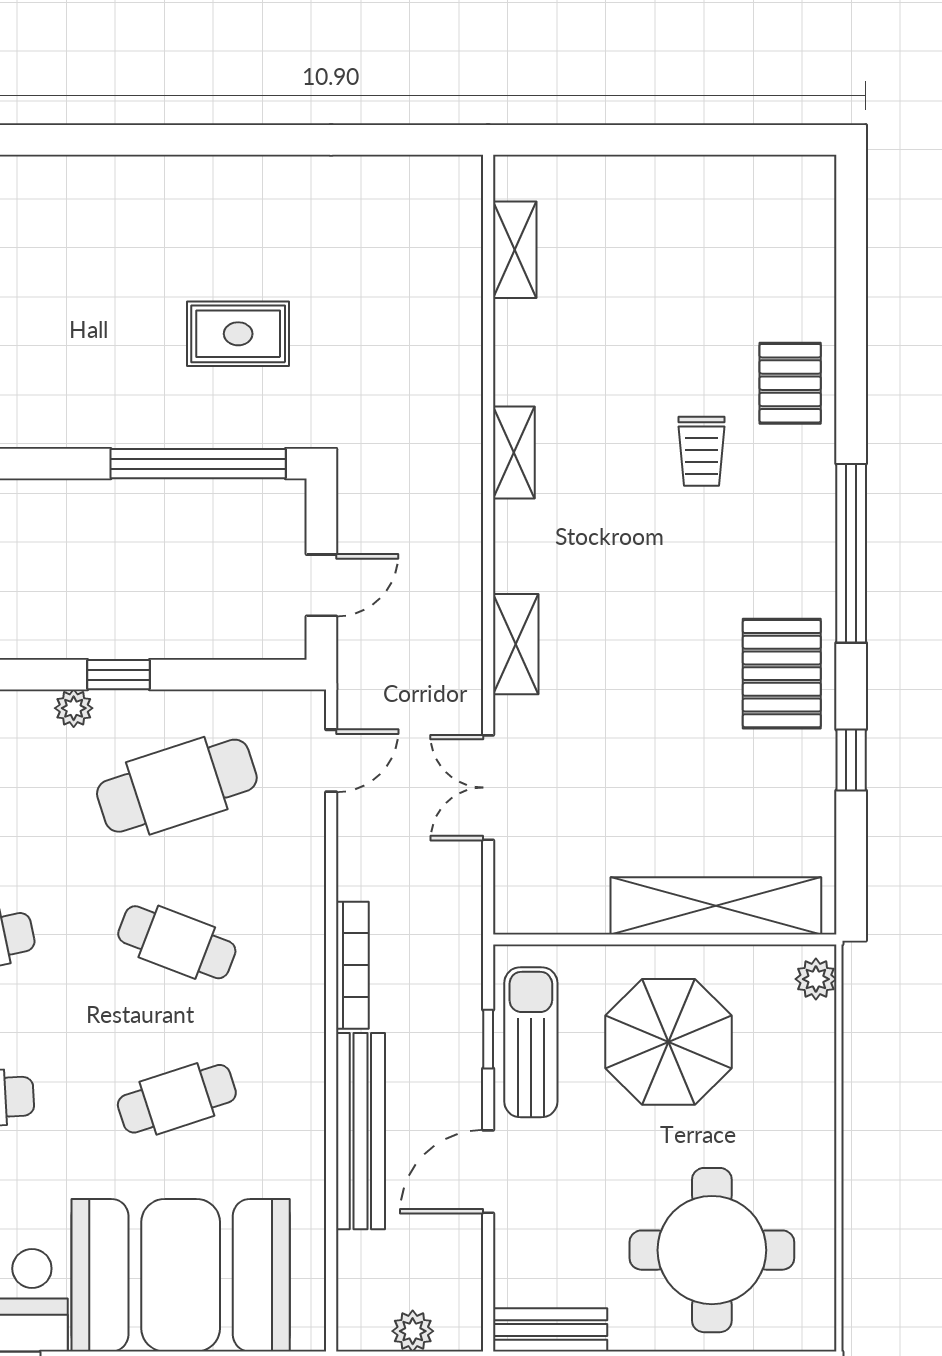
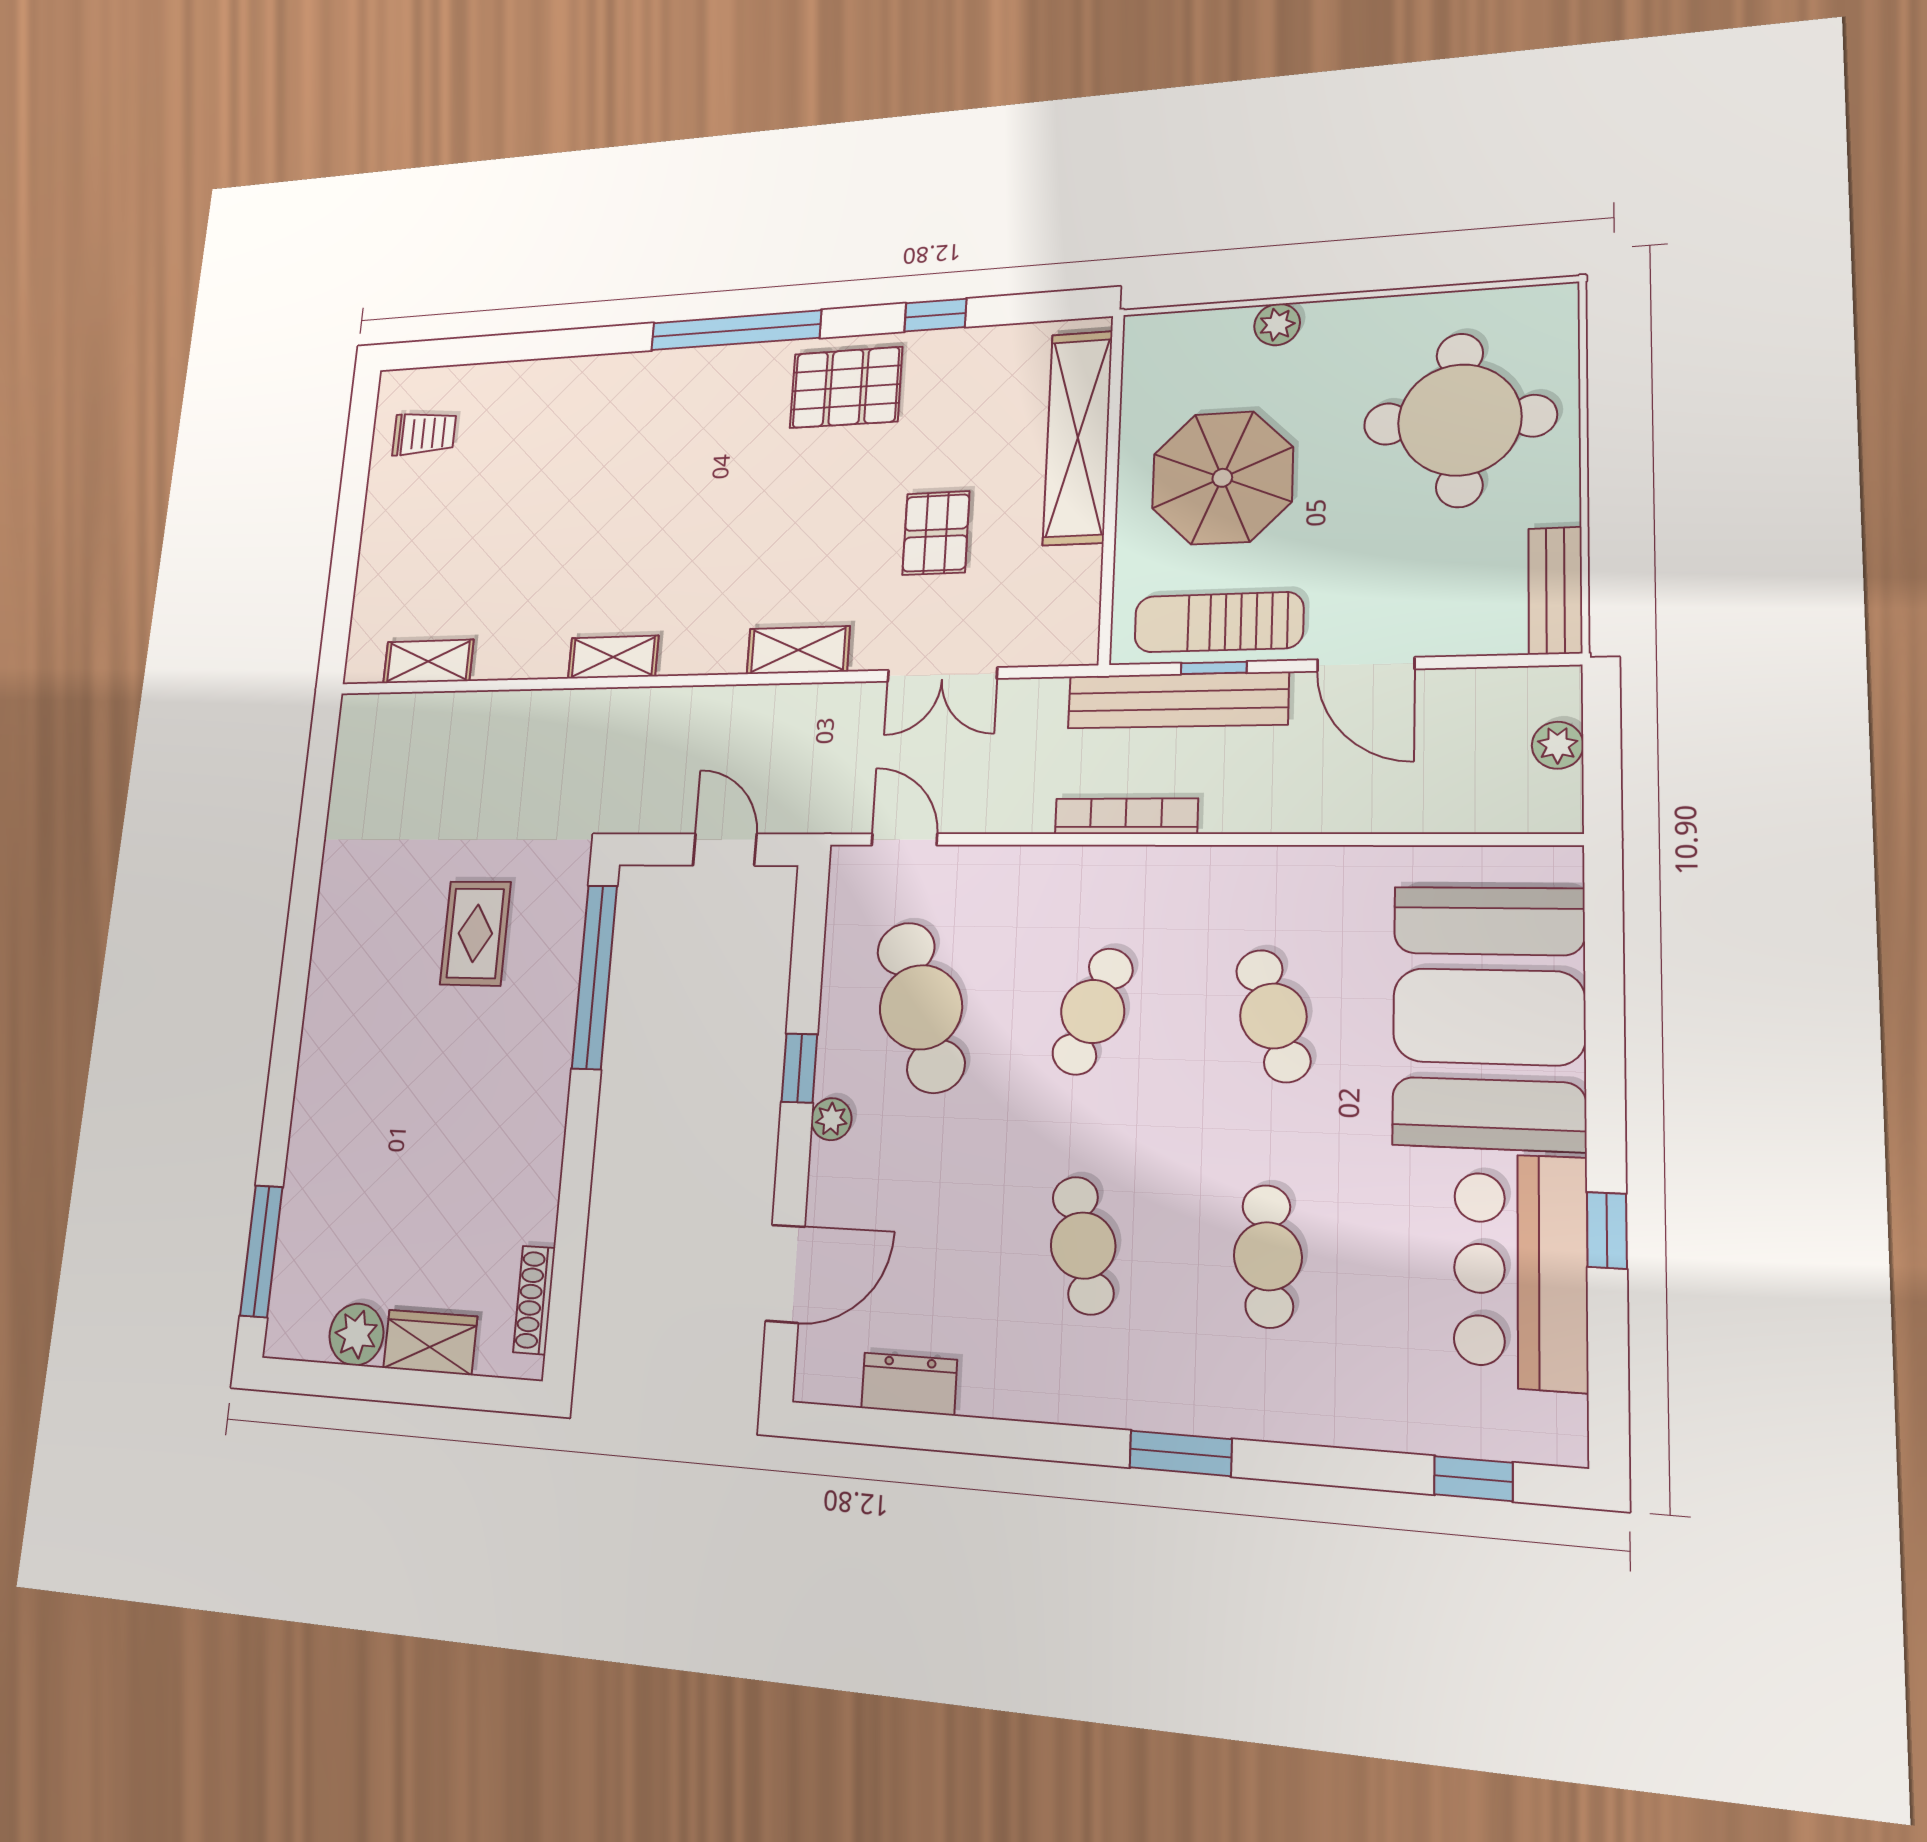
pallet: (790, 383) -> (936, 533), moved, turned 90
trolley: (702, 451) -> (424, 433), moved
plant: (816, 979) -> (1277, 324), moved
bench: (360, 1131) -> (1177, 700), moved

